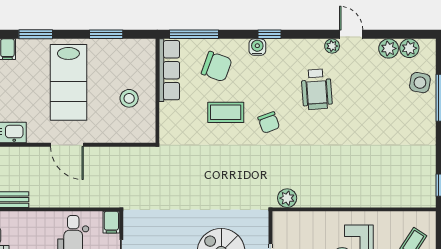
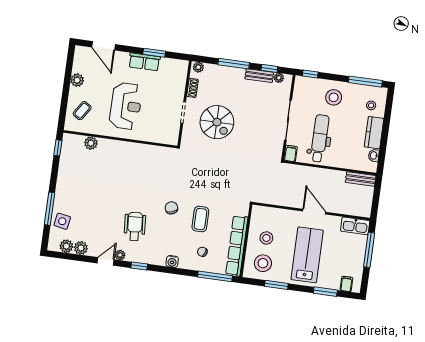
window: (270, 34) -> (139, 266), moved
door: (351, 34) -> (106, 261), swing flipped
stool: (129, 62) -> (263, 263), added
chair: (217, 67) -> (202, 252), width x0.54, depth x0.54
row of seats: (169, 70) -> (237, 246), width x1.36
coffee table: (226, 112) -> (200, 219), turned 90
plant: (287, 198) -> (91, 143), moved

